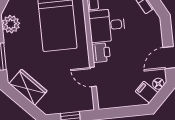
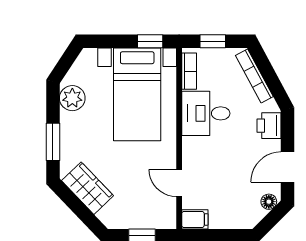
printer: (101, 53) -> (269, 126), moved, turned 180
filing cabinet: (147, 92) -> (195, 219), moved, turned 135

